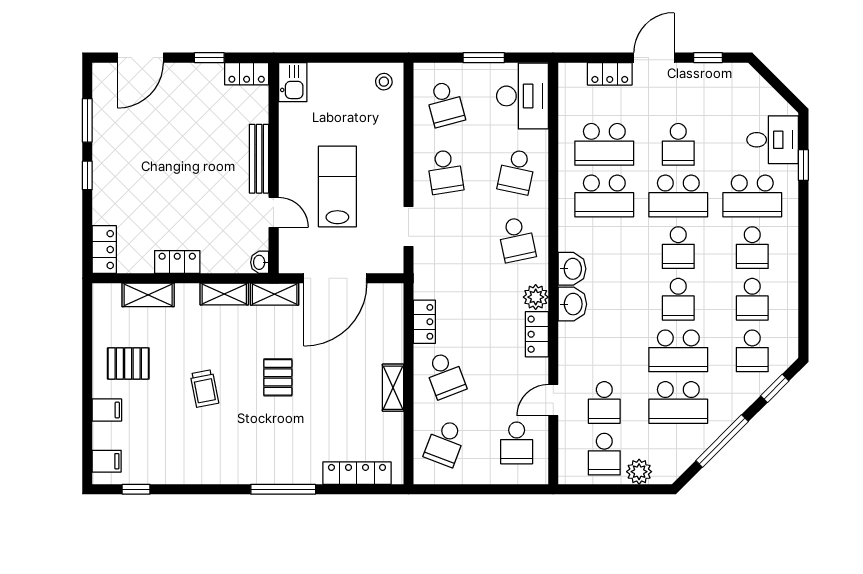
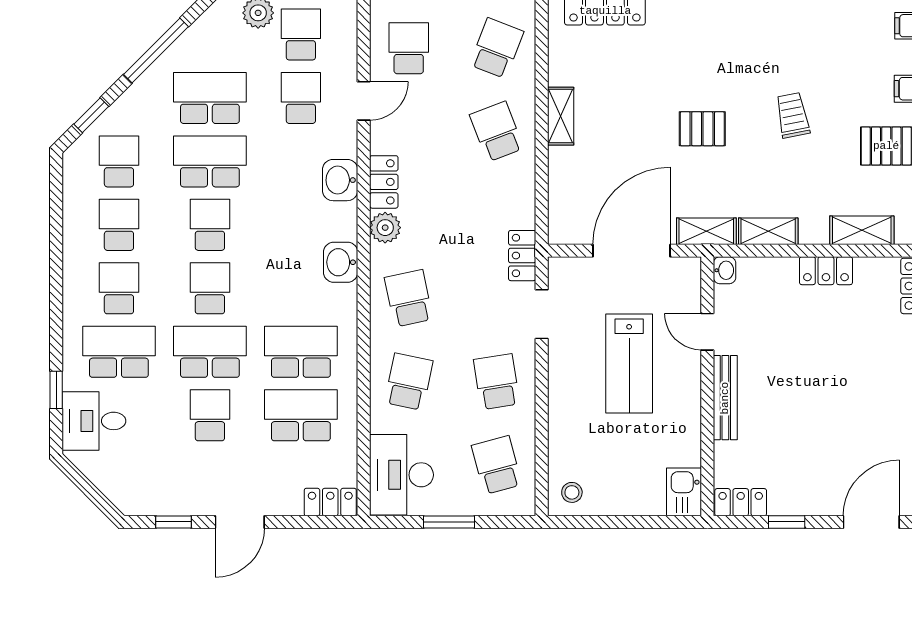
locker: (610, 74) -> (330, 502), moved
washbasin: (572, 304) -> (340, 180), moved
locker: (424, 322) -> (522, 256), moved
pallet: (278, 377) -> (702, 129), turned 90

